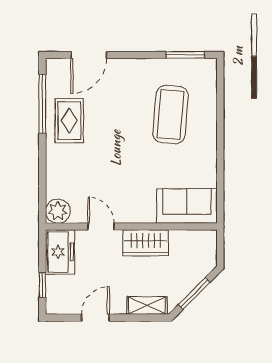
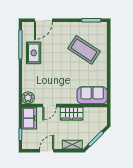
coffee table: (171, 115) -> (84, 50), turned -62
door: (101, 227) -> (49, 105), swing flipped

